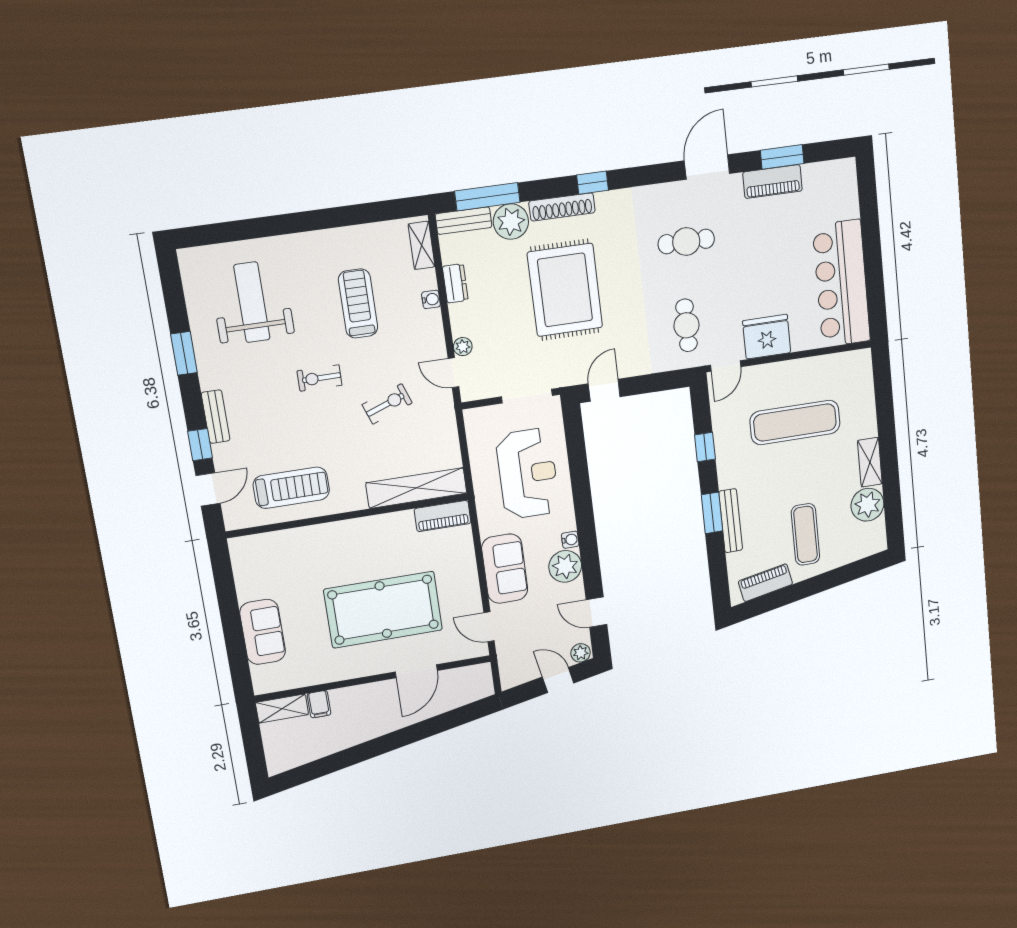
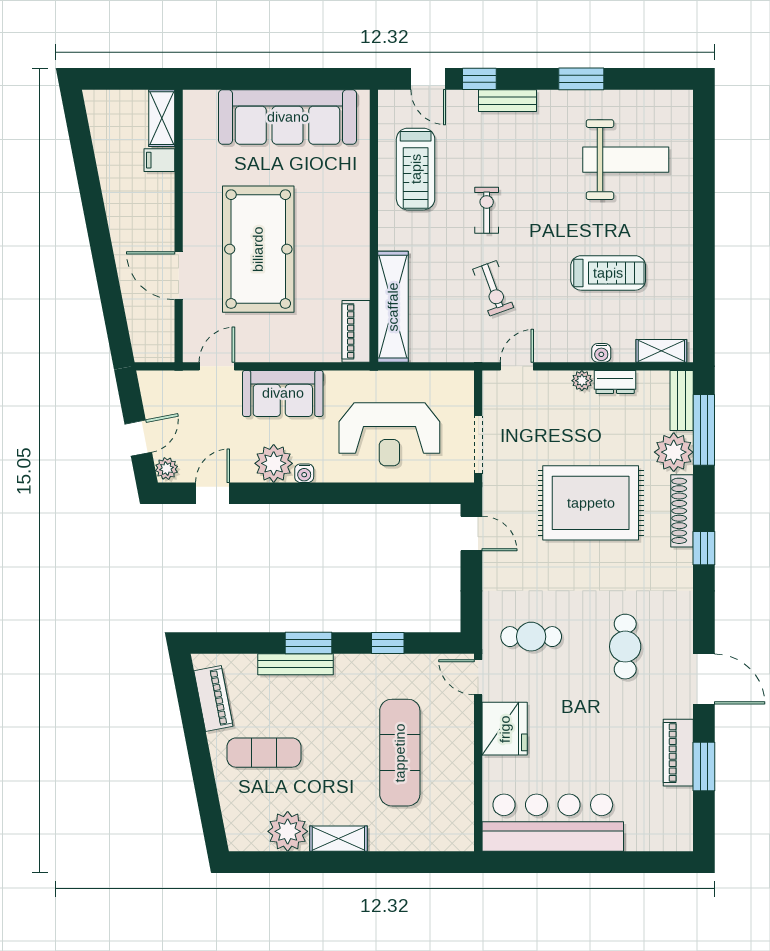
plant: (463, 347) -> (582, 381), moved
exercise bike: (319, 378) -> (487, 210), moved
sofa: (263, 632) -> (288, 117), width x1.85, depth x1.27

